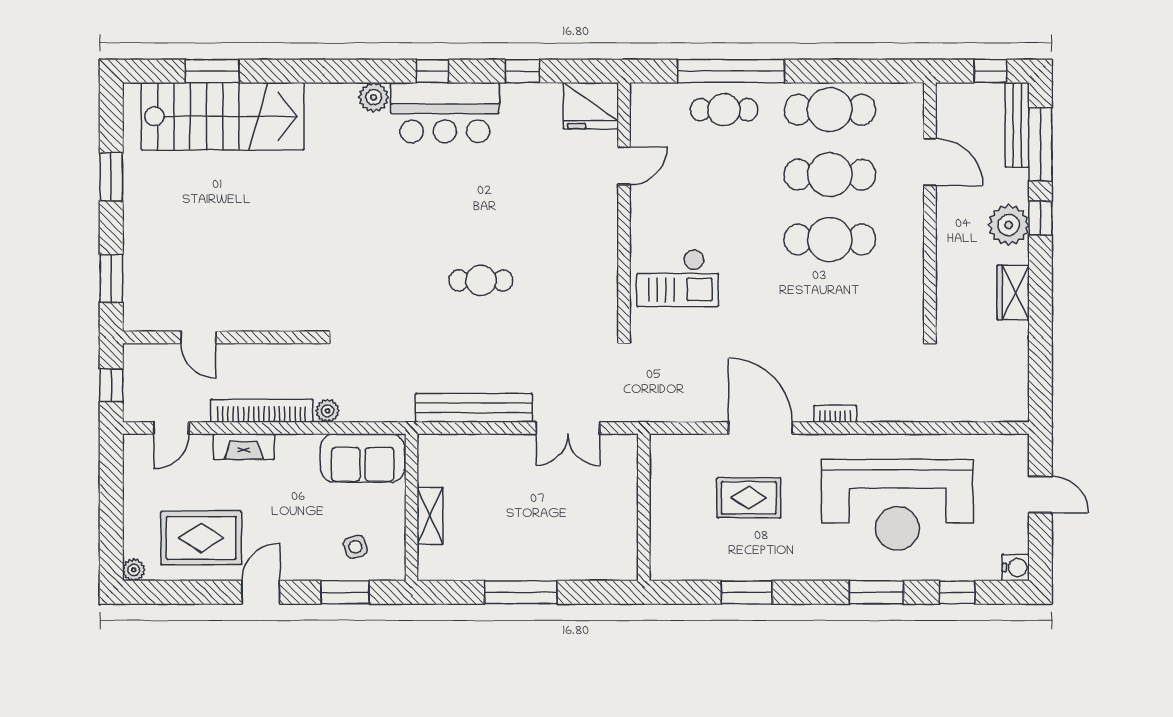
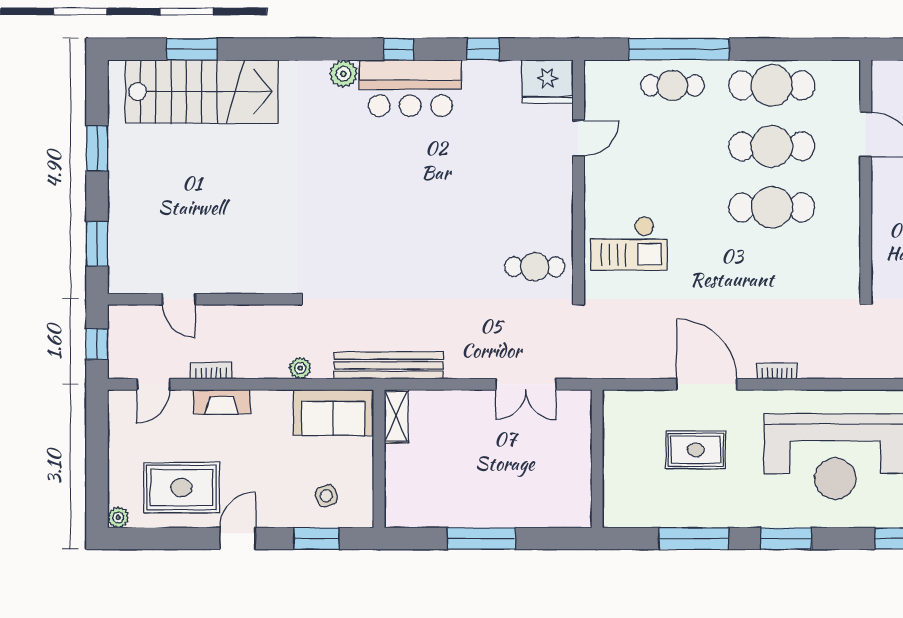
cafe table: (481, 280) -> (535, 267), moved
bench: (474, 408) -> (389, 365), moved
bookcase: (262, 411) -> (211, 371), width x0.43, depth x0.76
shelving: (430, 516) -> (396, 416), moved
window: (747, 592) -> (694, 539), width x1.44
window: (876, 592) -> (786, 539), moved

